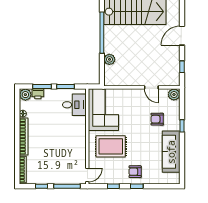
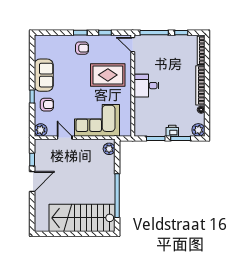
door: (182, 36) -> (32, 182), moved
plant: (109, 59) -> (109, 149), moved
printer: (38, 94) -> (172, 131), moved
desk: (74, 105) -> (146, 86), moved
corner sofa: (103, 110) -> (97, 120), moved, turned 90
armchair: (157, 119) -> (47, 105), moved
sofa: (171, 152) -> (44, 75), width x0.73
door: (87, 175) -> (133, 45), hinge flipped

